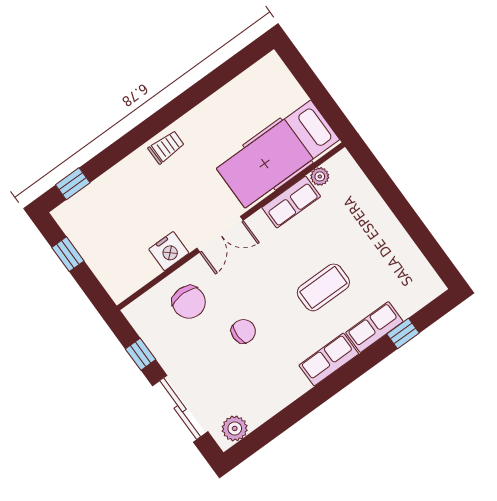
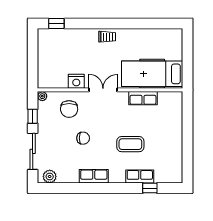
plant: (320, 176) -> (42, 96), moved
double door: (220, 234) -> (103, 90), swing flipped
window: (68, 254) -> (33, 52), removed
row of seats: (329, 360) -> (94, 176), moved

